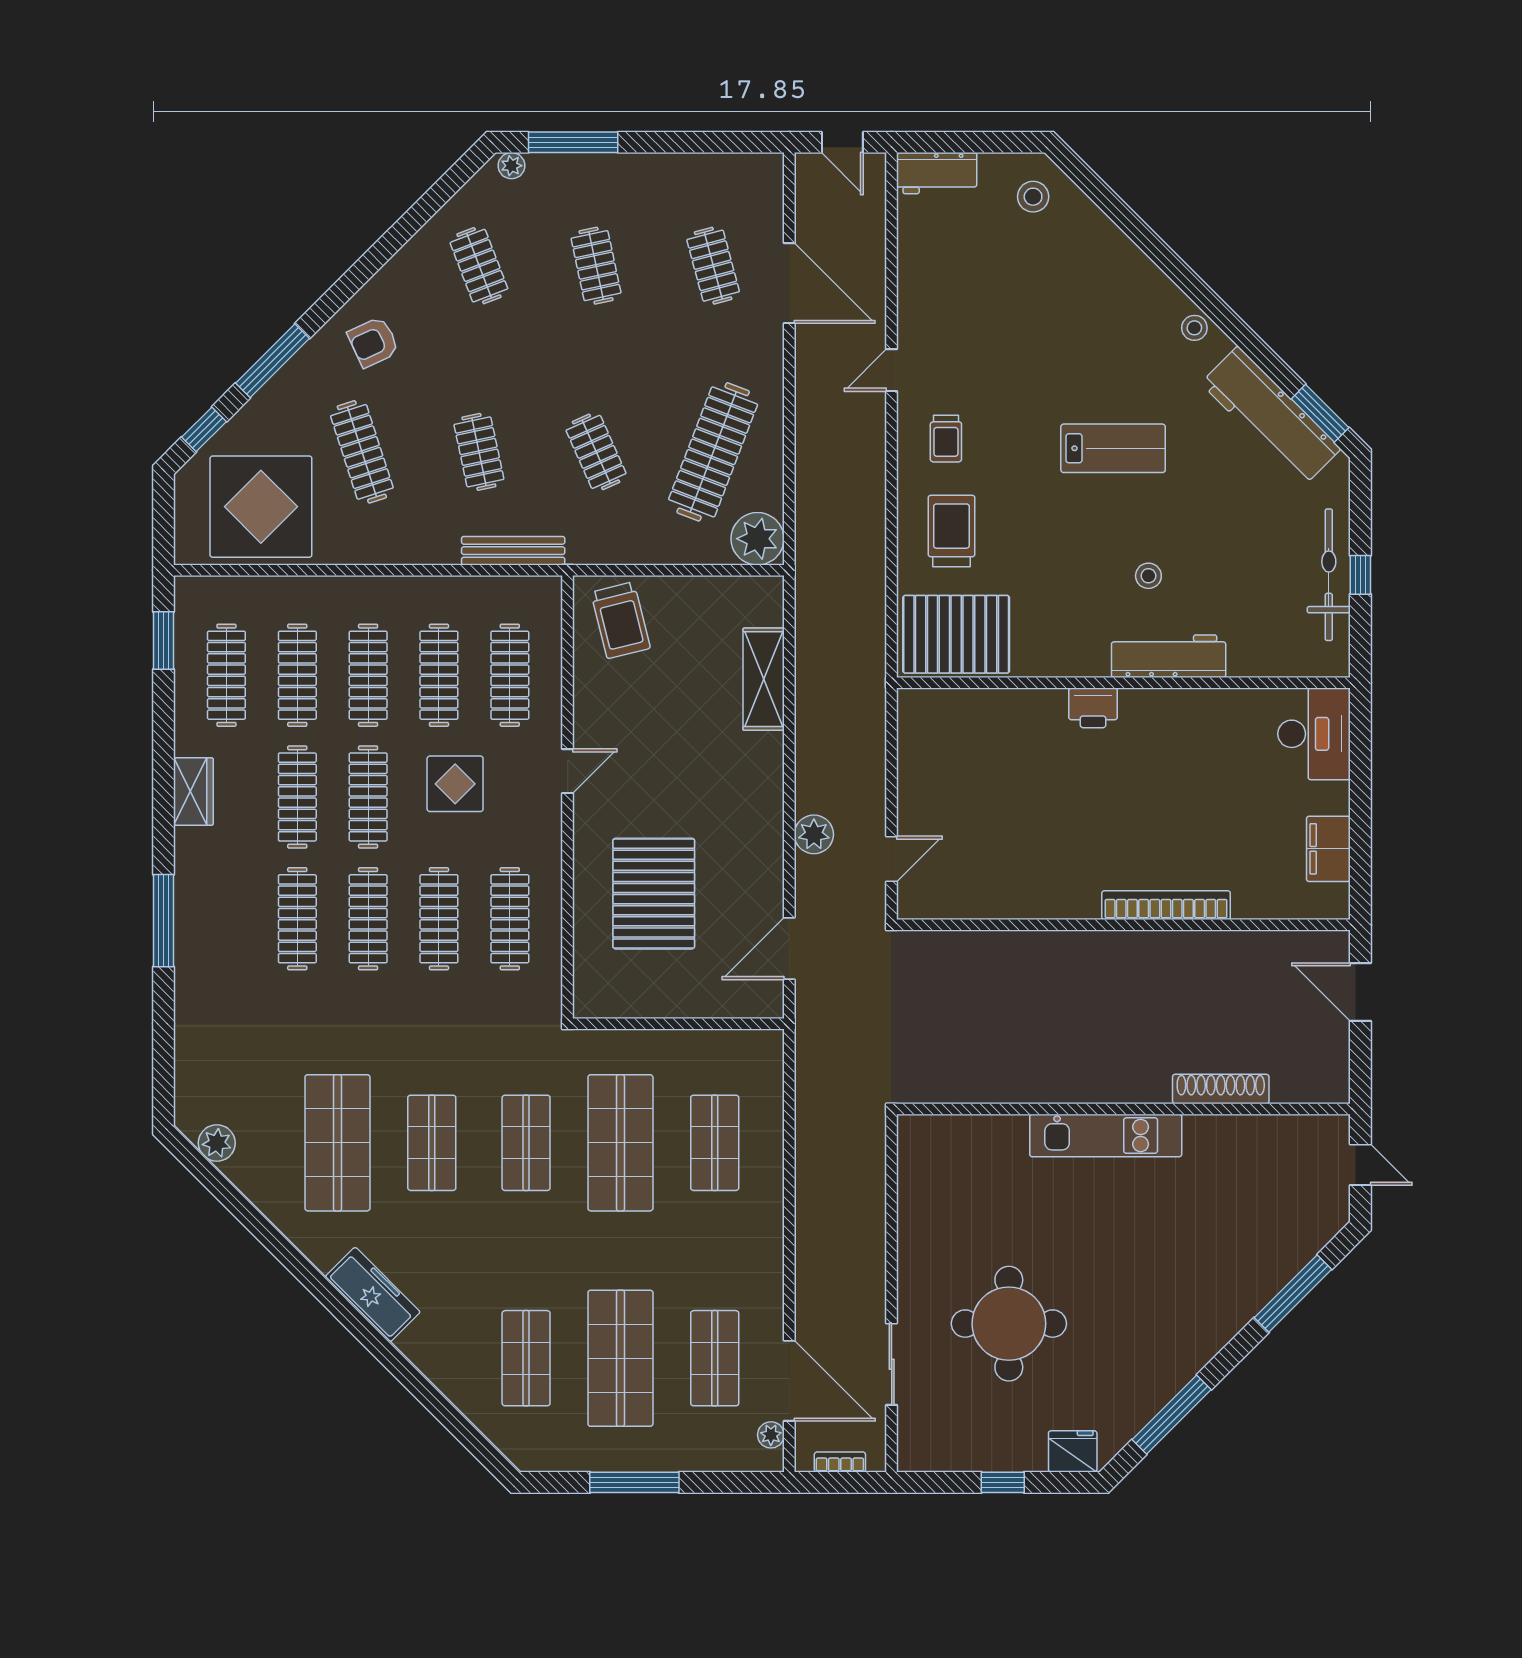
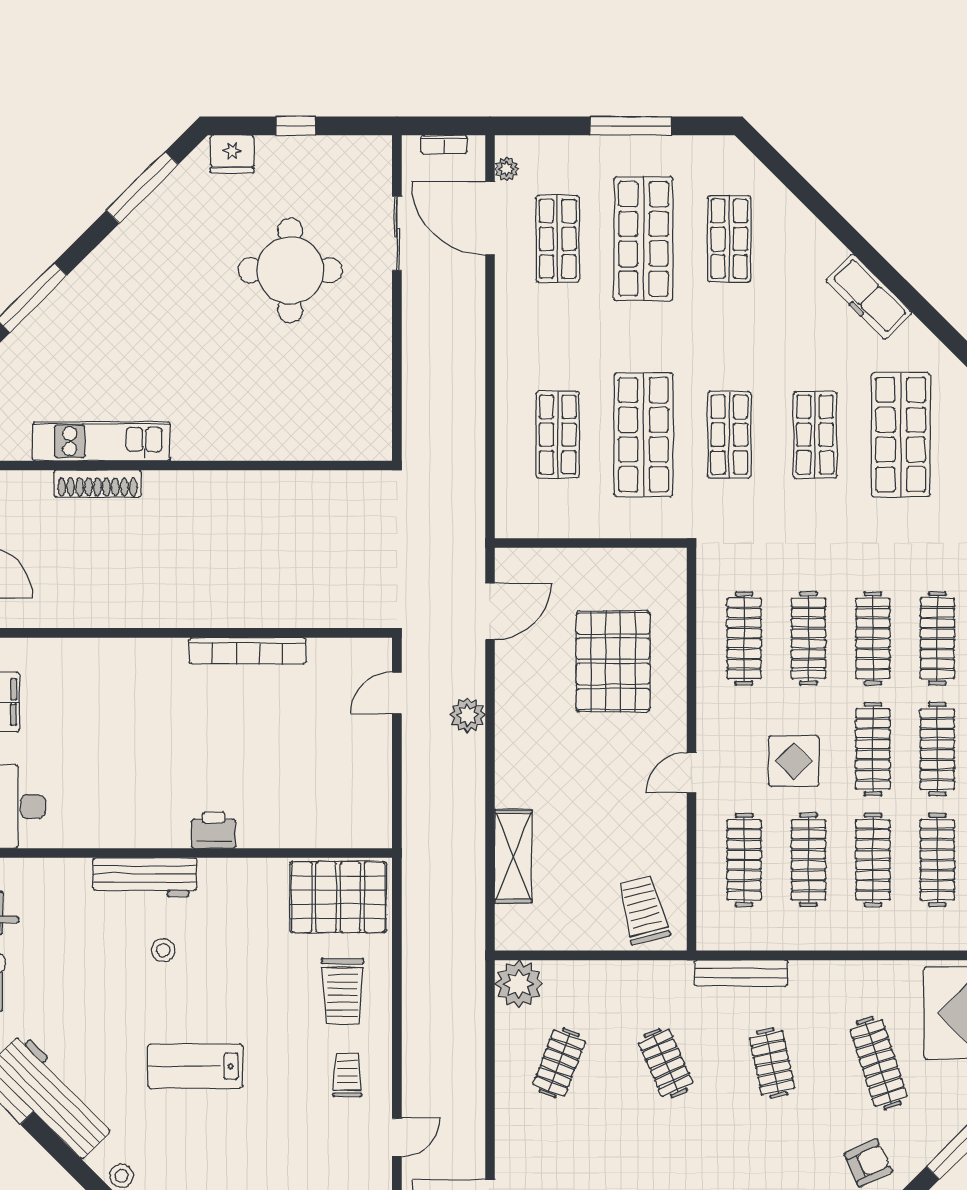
clothes rail: (713, 452) -> (559, 1063), width x0.54, depth x0.76
bookcase: (1166, 905) -> (248, 651), moved
kitchen unit: (1106, 1136) -> (101, 441), moved

